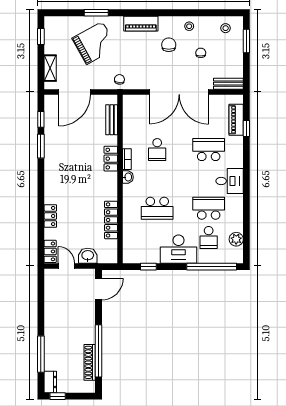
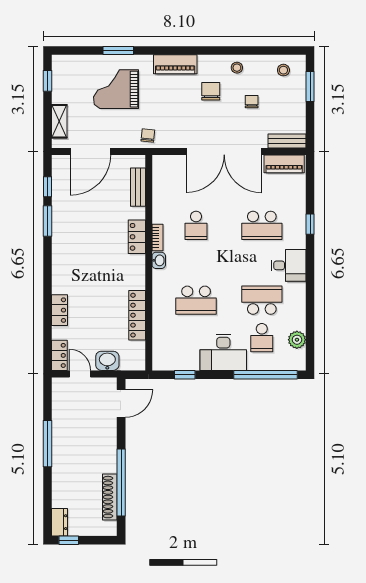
grand piano: (94, 43) -> (116, 89), turned -151
piano: (236, 120) -> (284, 164), moved, turned -90
window: (246, 128) -> (310, 224), moved
school desk: (209, 150) -> (262, 225), turned 180
window: (41, 354) -> (48, 444), moved

